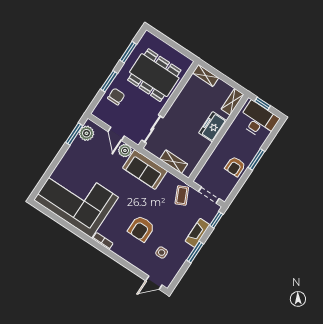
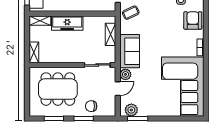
dining table: (154, 75) -> (58, 89), turned 90
freezer: (213, 127) -> (67, 23), width x1.40
armchair: (141, 229) -> (193, 20), moved, turned -90

